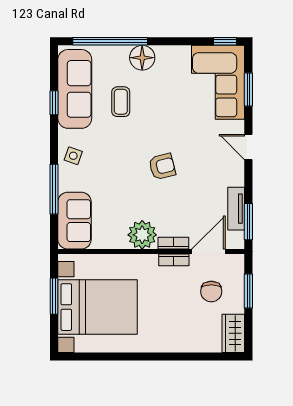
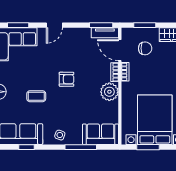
coffee table: (121, 102) -> (36, 96), moved
armchair: (162, 167) -> (67, 79), turned 104
tv unit: (236, 209) -> (105, 33), moved

